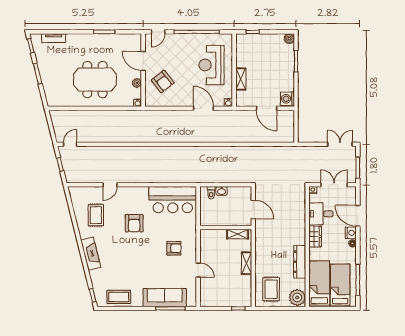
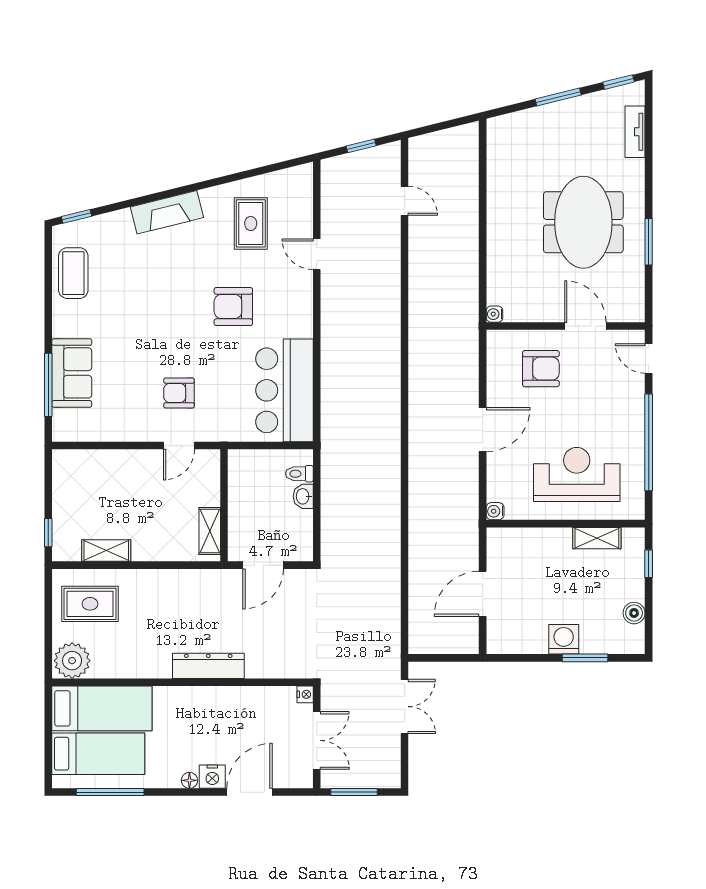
boiler: (289, 39) -> (634, 613), moved
door: (143, 61) -> (585, 326), hinge flipped
shelving: (241, 79) -> (597, 538), moved
meeting table: (95, 80) -> (583, 222), moved
armchair: (163, 81) -> (541, 369), turned -142
plant: (137, 83) -> (538, 312), removed
washing machine: (287, 99) -> (564, 639), moved
door: (204, 108) -> (483, 430), moved
door: (70, 144) -> (405, 201), moved
double door: (340, 144) -> (405, 707), moved
desk: (321, 214) -> (254, 712), removed
rug: (96, 215) -> (251, 223), turned 90
wardrobe: (315, 237) -> (204, 699), removed
armchair: (174, 248) -> (179, 393), turned 90
dresser: (300, 262) -> (208, 666), moved
shelving: (247, 263) -> (106, 550), moved
door: (198, 270) -> (179, 446), moved
sofa: (165, 298) -> (72, 373), width x0.73

